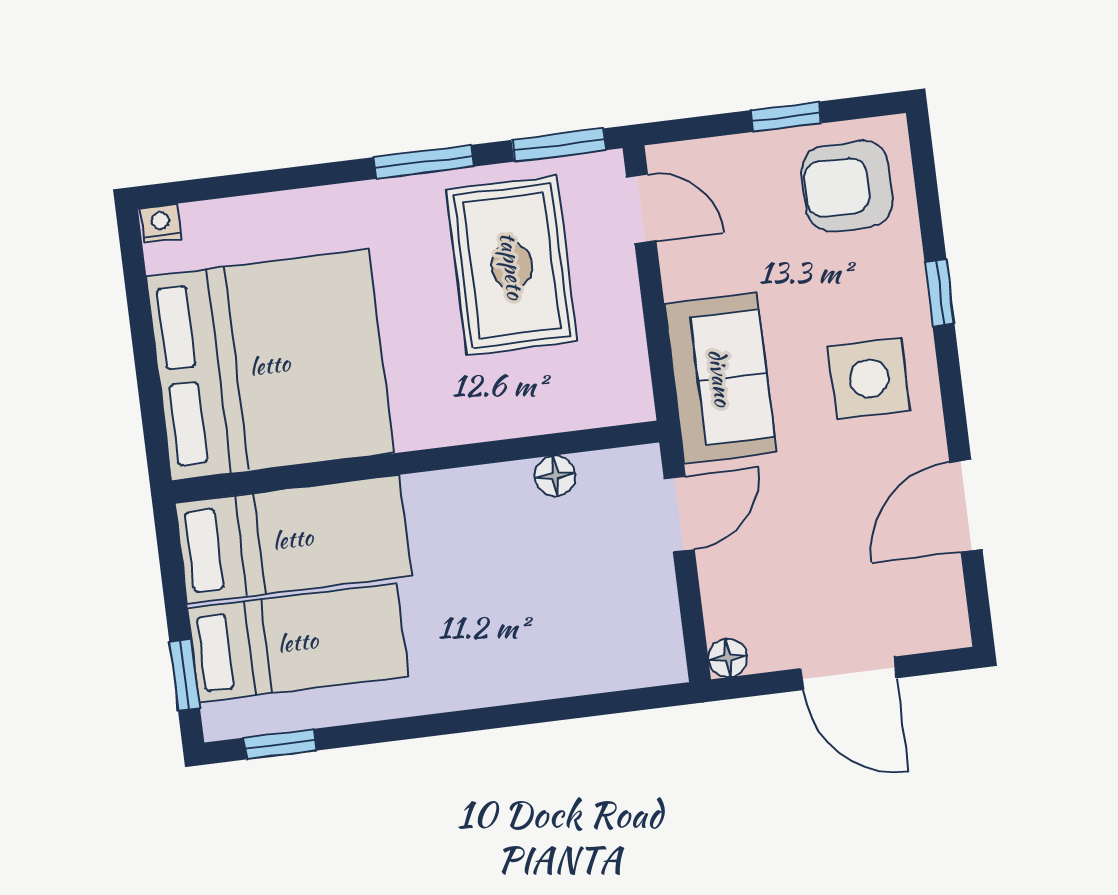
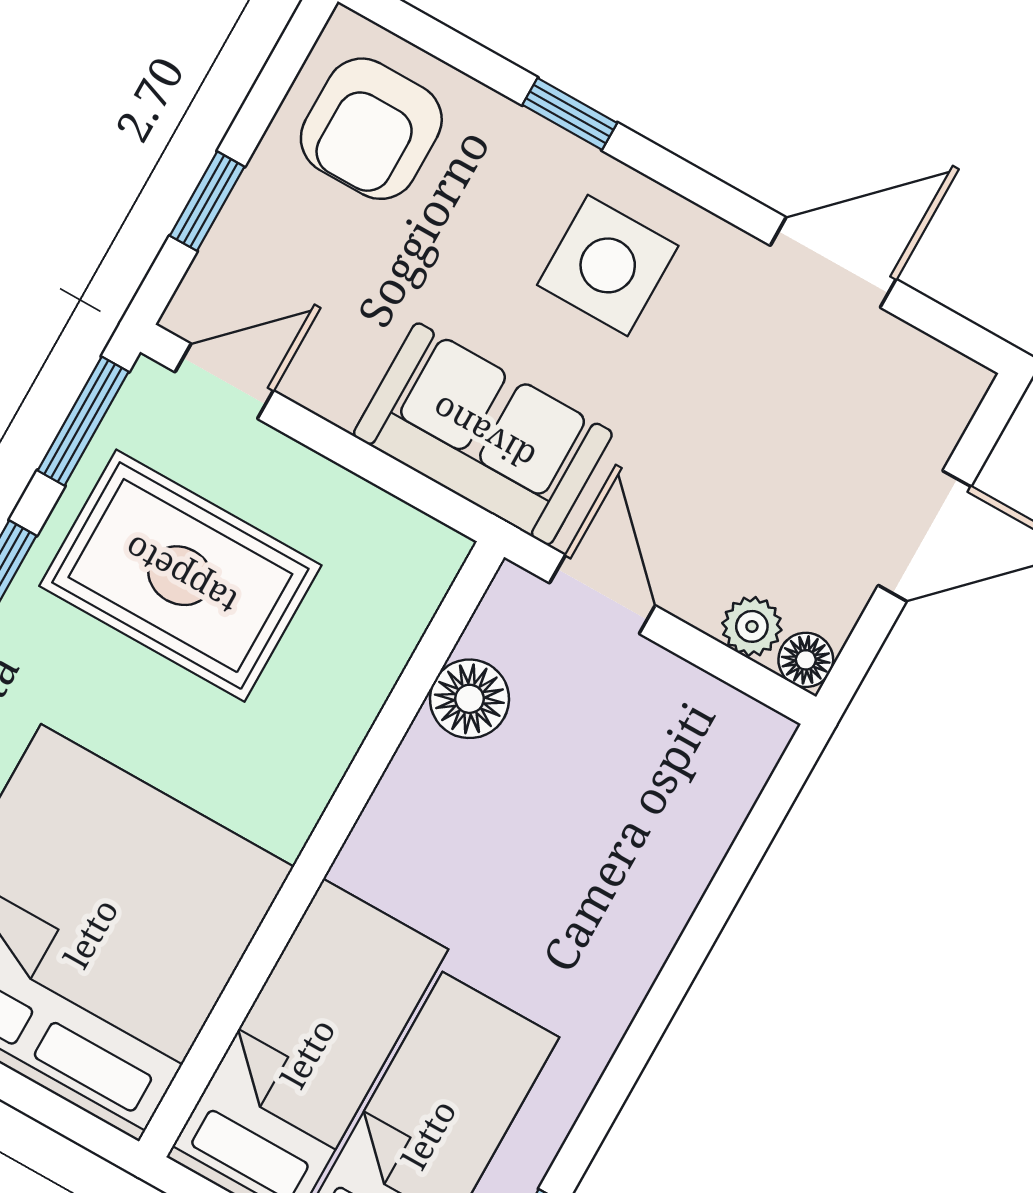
window: (786, 117) -> (207, 201), moved
floor lamp: (555, 476) -> (469, 699), width x1.37, depth x1.37
door: (966, 506) -> (833, 262), swing flipped
plant: (724, 613) -> (752, 626), added

